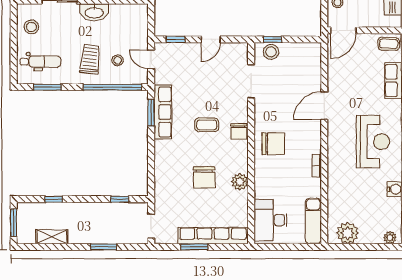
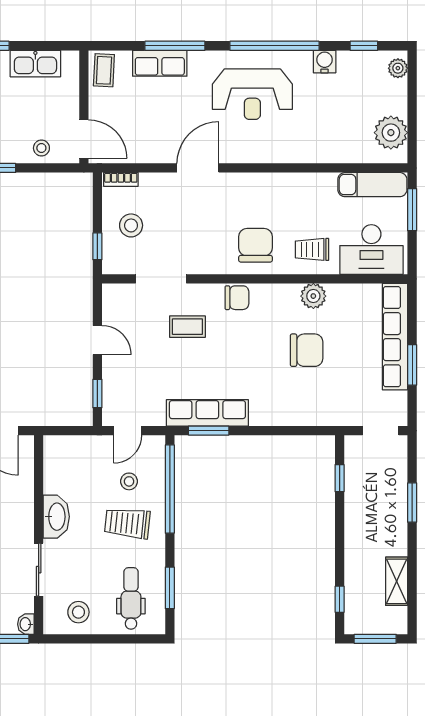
stool: (271, 52) -> (131, 225), moved
door: (324, 106) -> (198, 168), swing flipped
coffee table: (207, 125) -> (187, 327), moved, turned 90
reception desk: (373, 142) -> (252, 94), turned 180
bookcase: (317, 166) -> (121, 179), moved
trolley: (271, 181) -> (312, 249), added
window: (54, 199) -> (340, 599), moved
window: (297, 247) -> (412, 210), added

